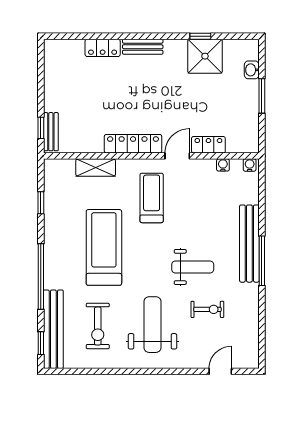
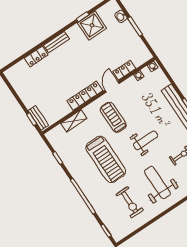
treadmill: (104, 247) -> (106, 159), turned 180
weight bench: (193, 267) -> (146, 140), moved
bench: (53, 329) -> (108, 219), removed

